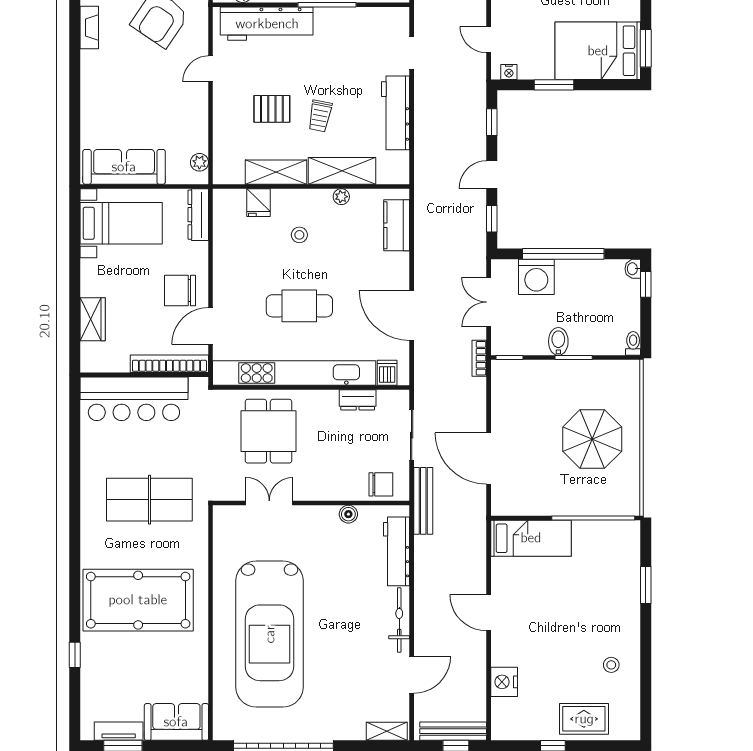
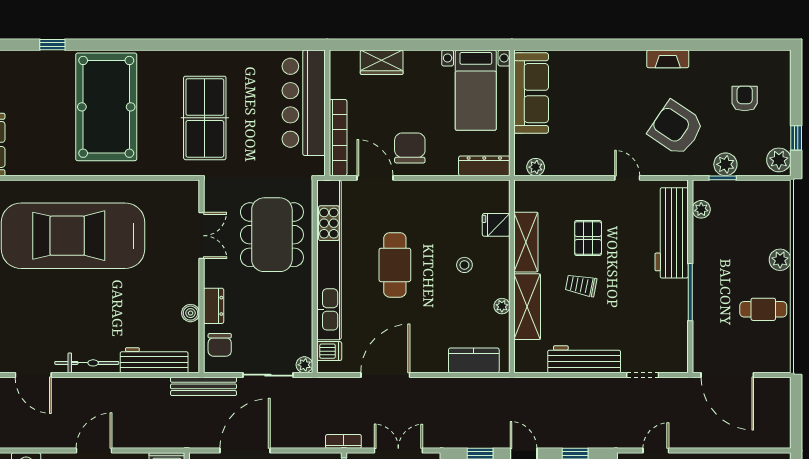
plant: (401, 398) -> (304, 365), added
dresser: (358, 400) -> (214, 306), moved, turned 180
dining table: (268, 431) -> (272, 235), width x1.37

